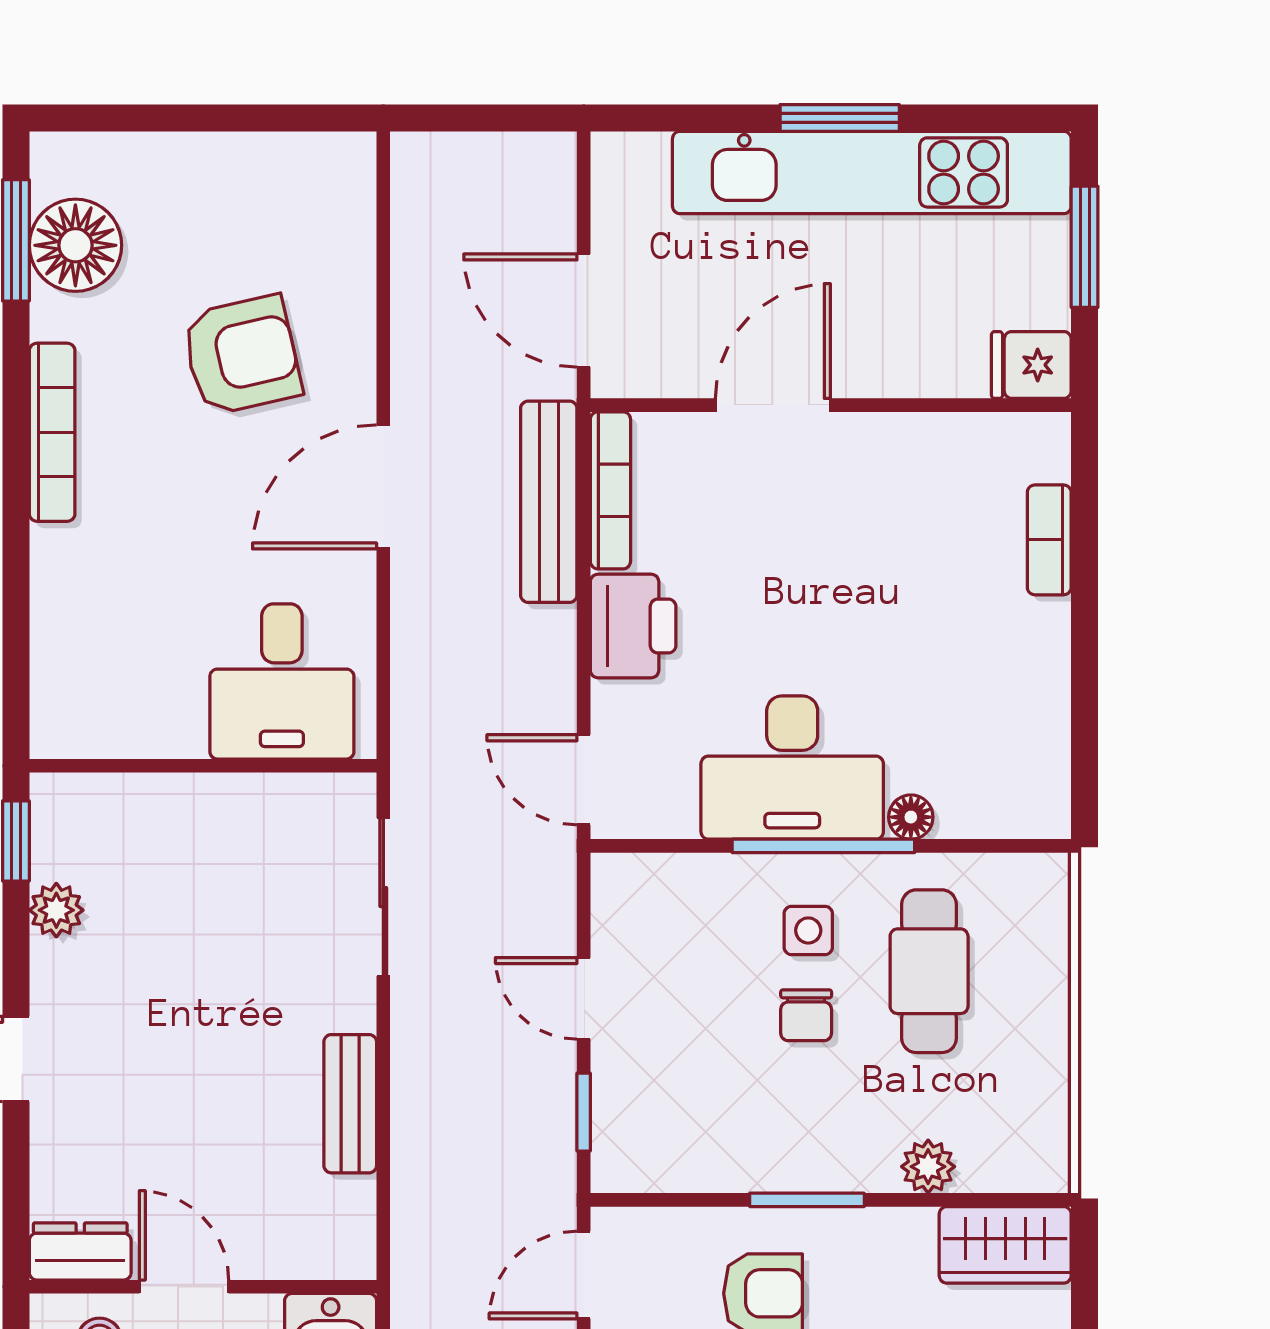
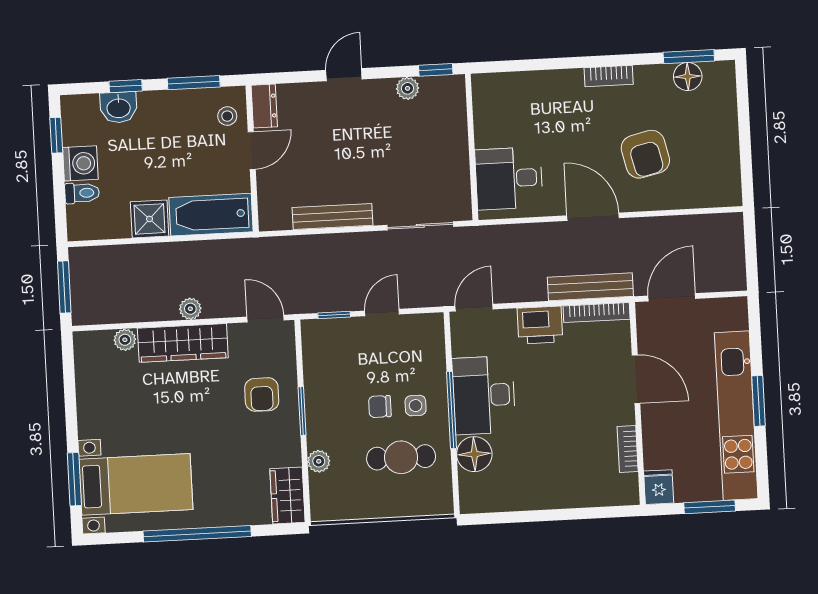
floor lamp: (75, 245) -> (688, 76), width x0.73, depth x0.73
bookcase: (52, 432) -> (609, 76), width x0.64
bookcase: (1049, 540) -> (628, 449), moved, turned -90
floor lamp: (911, 817) -> (474, 454), width x1.89, depth x1.89
bench: (350, 1104) -> (332, 216), width x1.36

